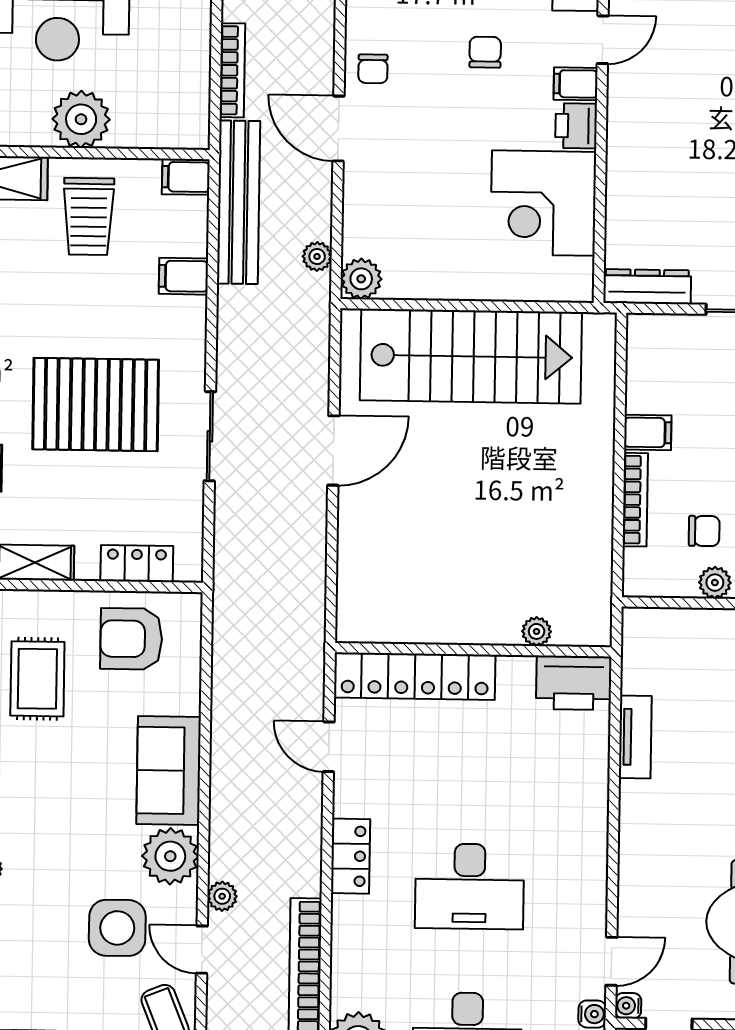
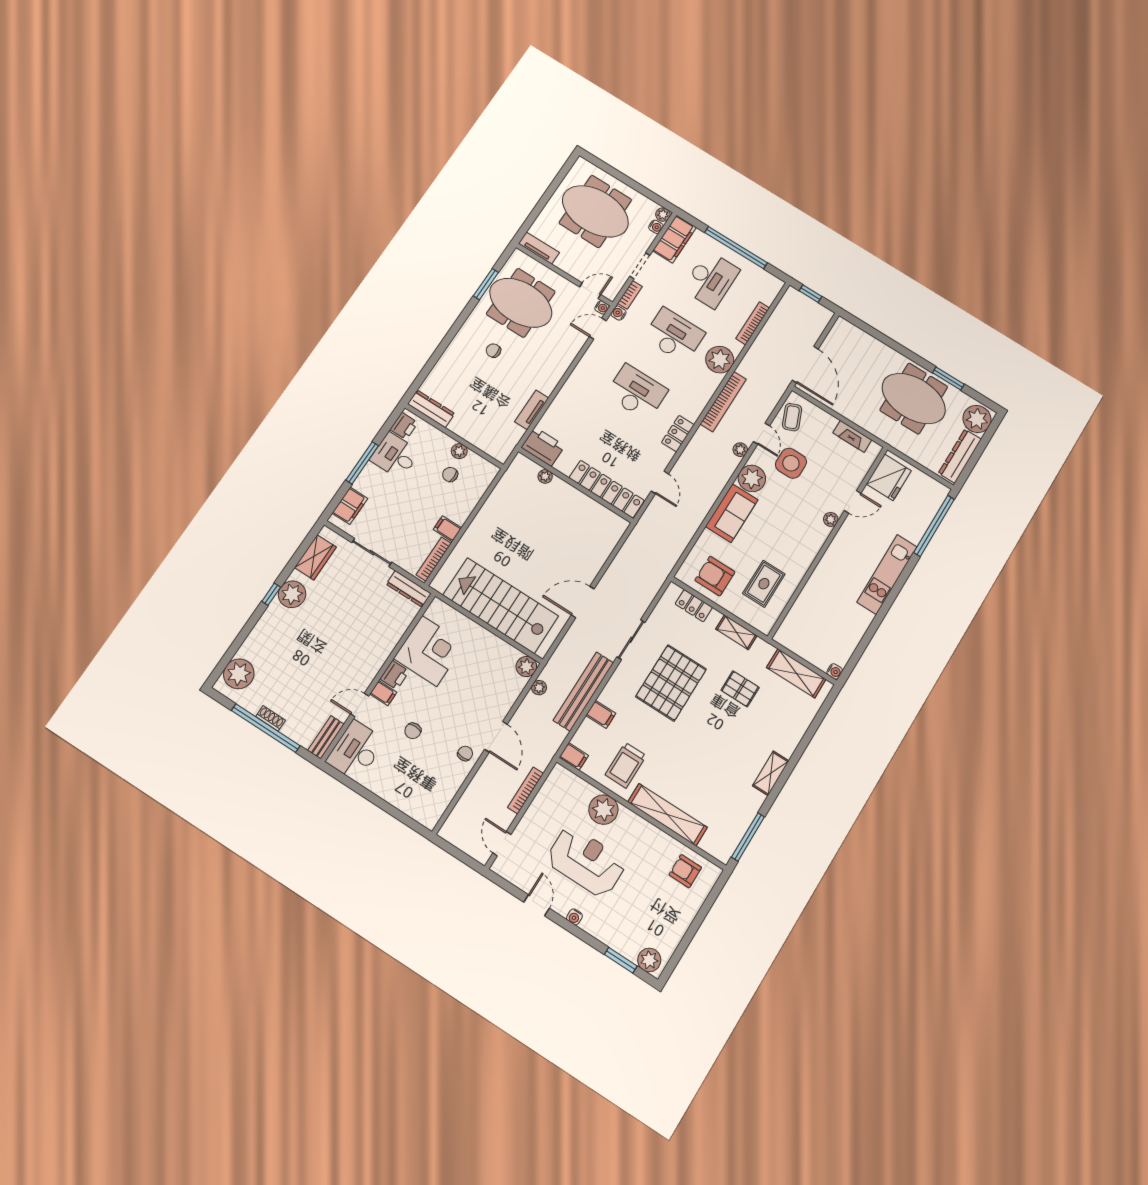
bench: (239, 202) -> (583, 692), moved
trolley: (89, 216) -> (626, 765), turned 180
pallet: (96, 405) -> (671, 683), turned 90
bookcase: (635, 500) -> (434, 559), moved
armchair: (131, 639) -> (715, 576), turned 180

